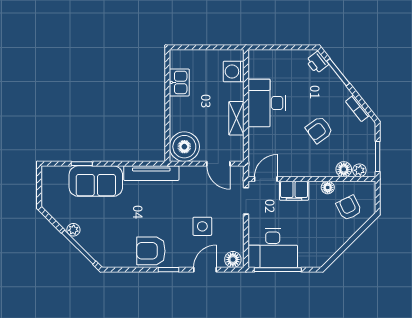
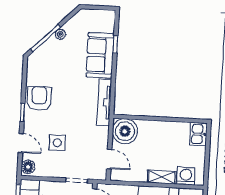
kitchen sink: (179, 82) -> (198, 134), moved, turned 90
shelving: (236, 118) -> (162, 177), moved
door: (218, 164) -> (109, 159), swing flipped

